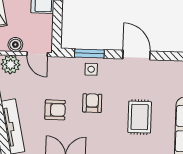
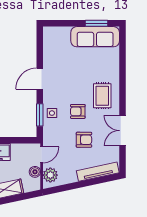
armchair: (55, 110) -> (84, 140), turned 90
rug: (140, 117) -> (102, 96), moved, turned 90

